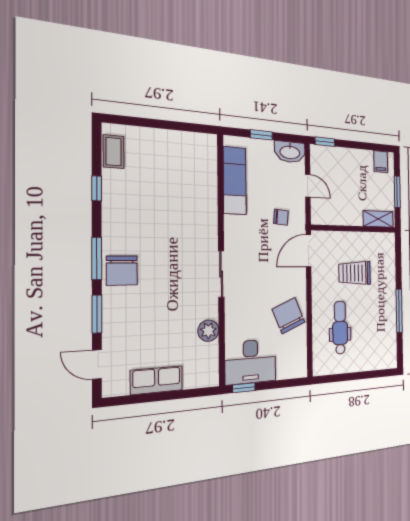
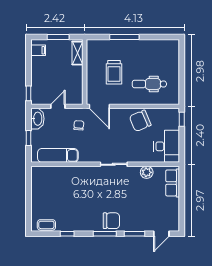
window: (399, 311) -> (124, 37), moved
row of seats: (157, 380) -> (173, 183), moved
window: (244, 388) -> (182, 119), moved

